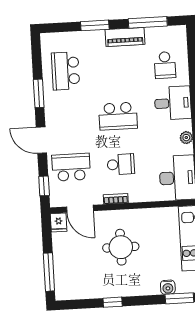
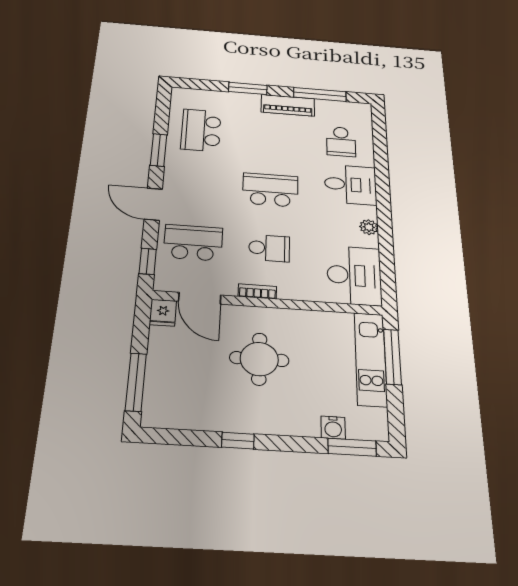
school desk: (118, 116) -> (270, 190), turned 180

